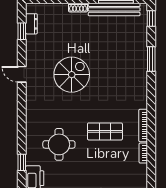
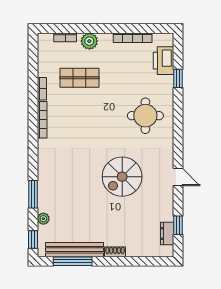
plant: (142, 37) -> (43, 219), added
shop shelf: (105, 131) -> (79, 78), moved
round table: (59, 144) -> (145, 116), moved

